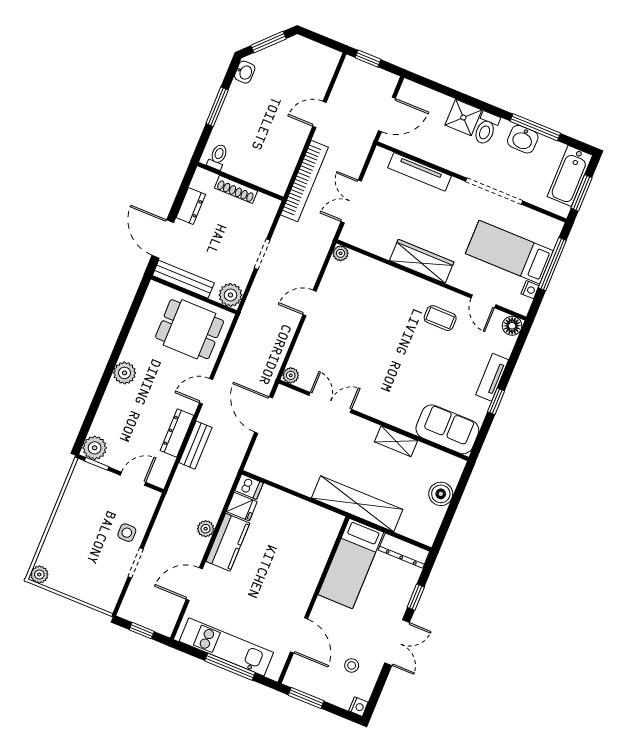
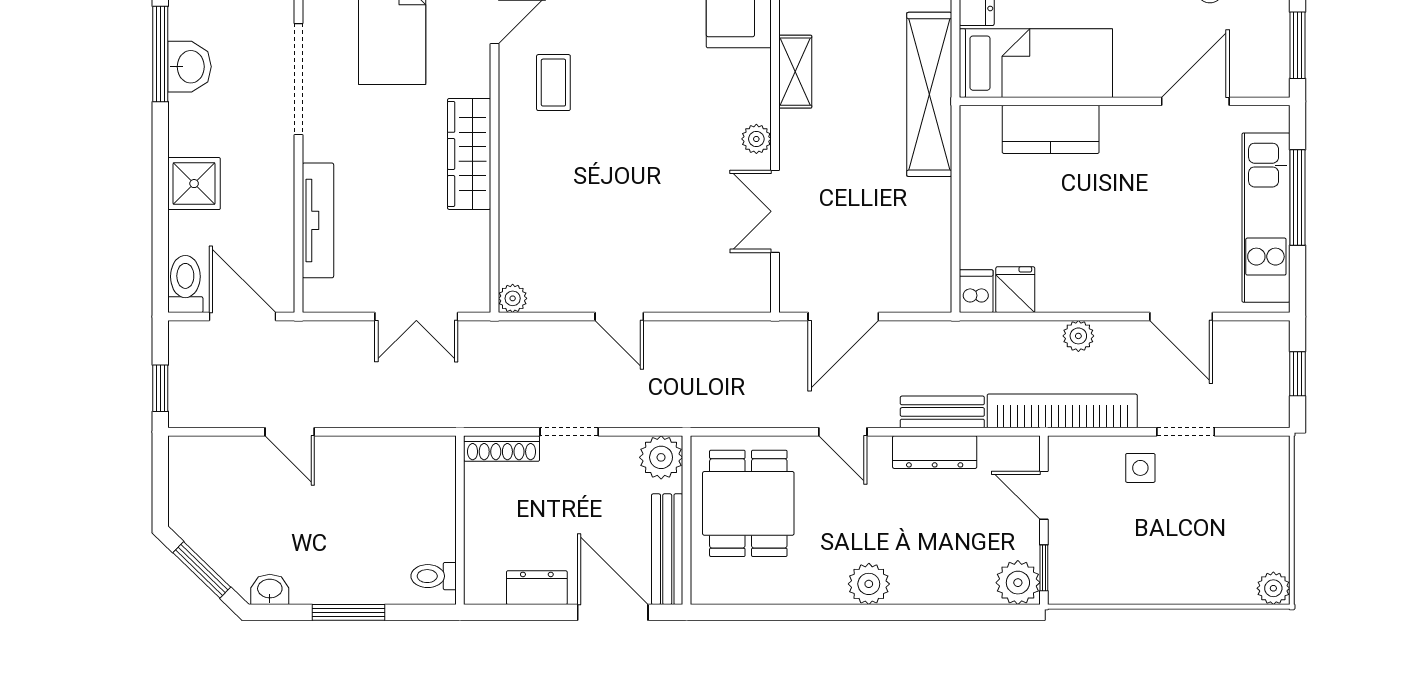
toilet: (486, 128) -> (185, 284), moved, turned -90
bookcase: (304, 181) -> (1062, 411), moved
shoe rack: (236, 189) -> (502, 449), moved, turned 90
door: (163, 239) -> (613, 612), swing flipped
plant: (291, 375) -> (756, 139), moved
kitchen counter: (228, 542) -> (1051, 129), moved, turned 180

